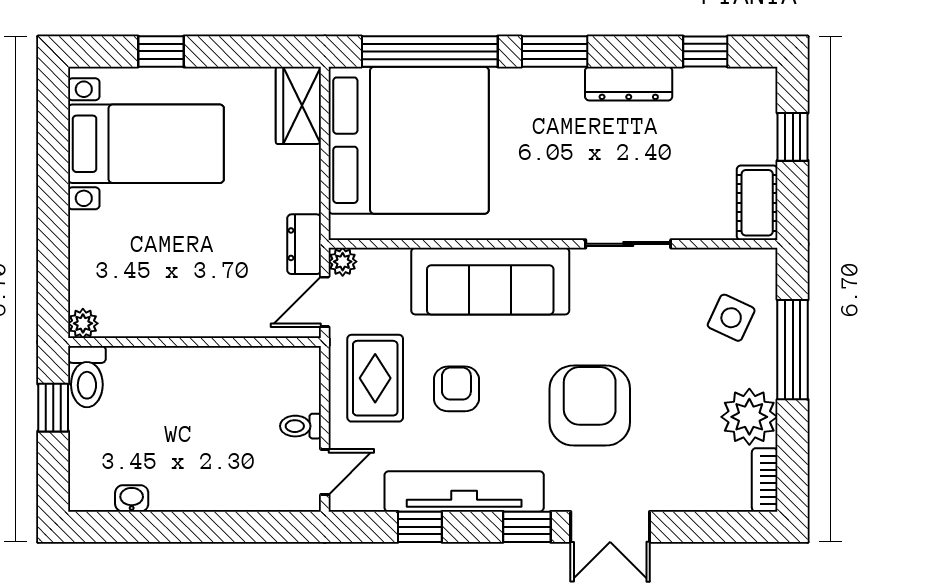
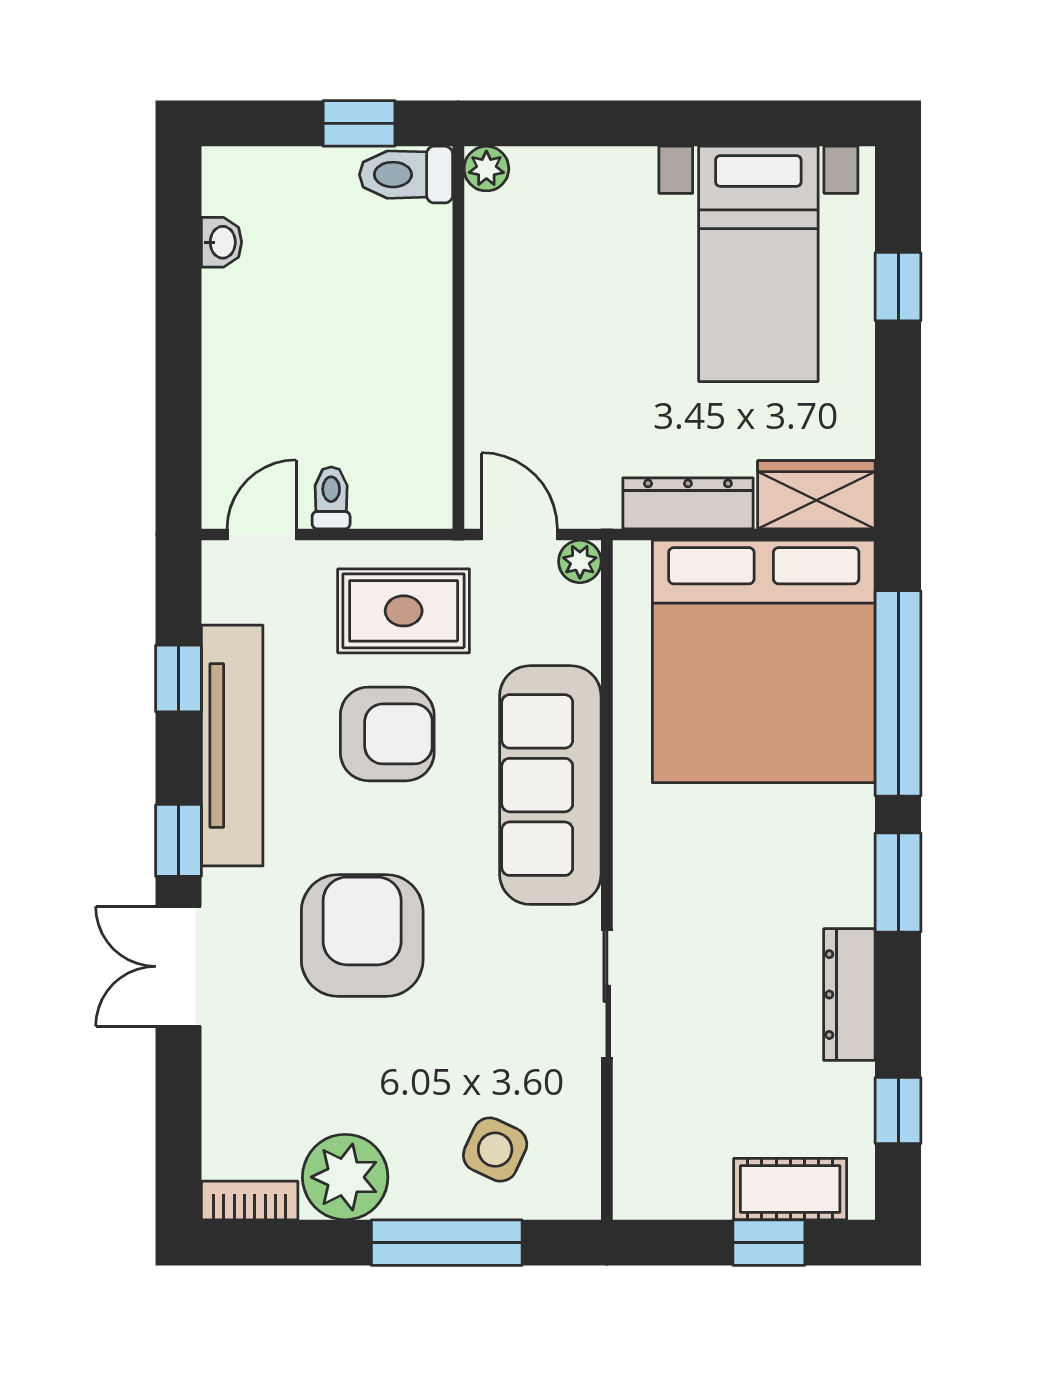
cot: (757, 203) -> (790, 1189), moved
dresser: (304, 244) -> (688, 503), moved, width x1.44
armchair: (456, 389) -> (387, 734), width x1.38, depth x1.38
armchair: (590, 406) -> (362, 936), turned -90
door: (325, 472) -> (262, 535), swing flipped

